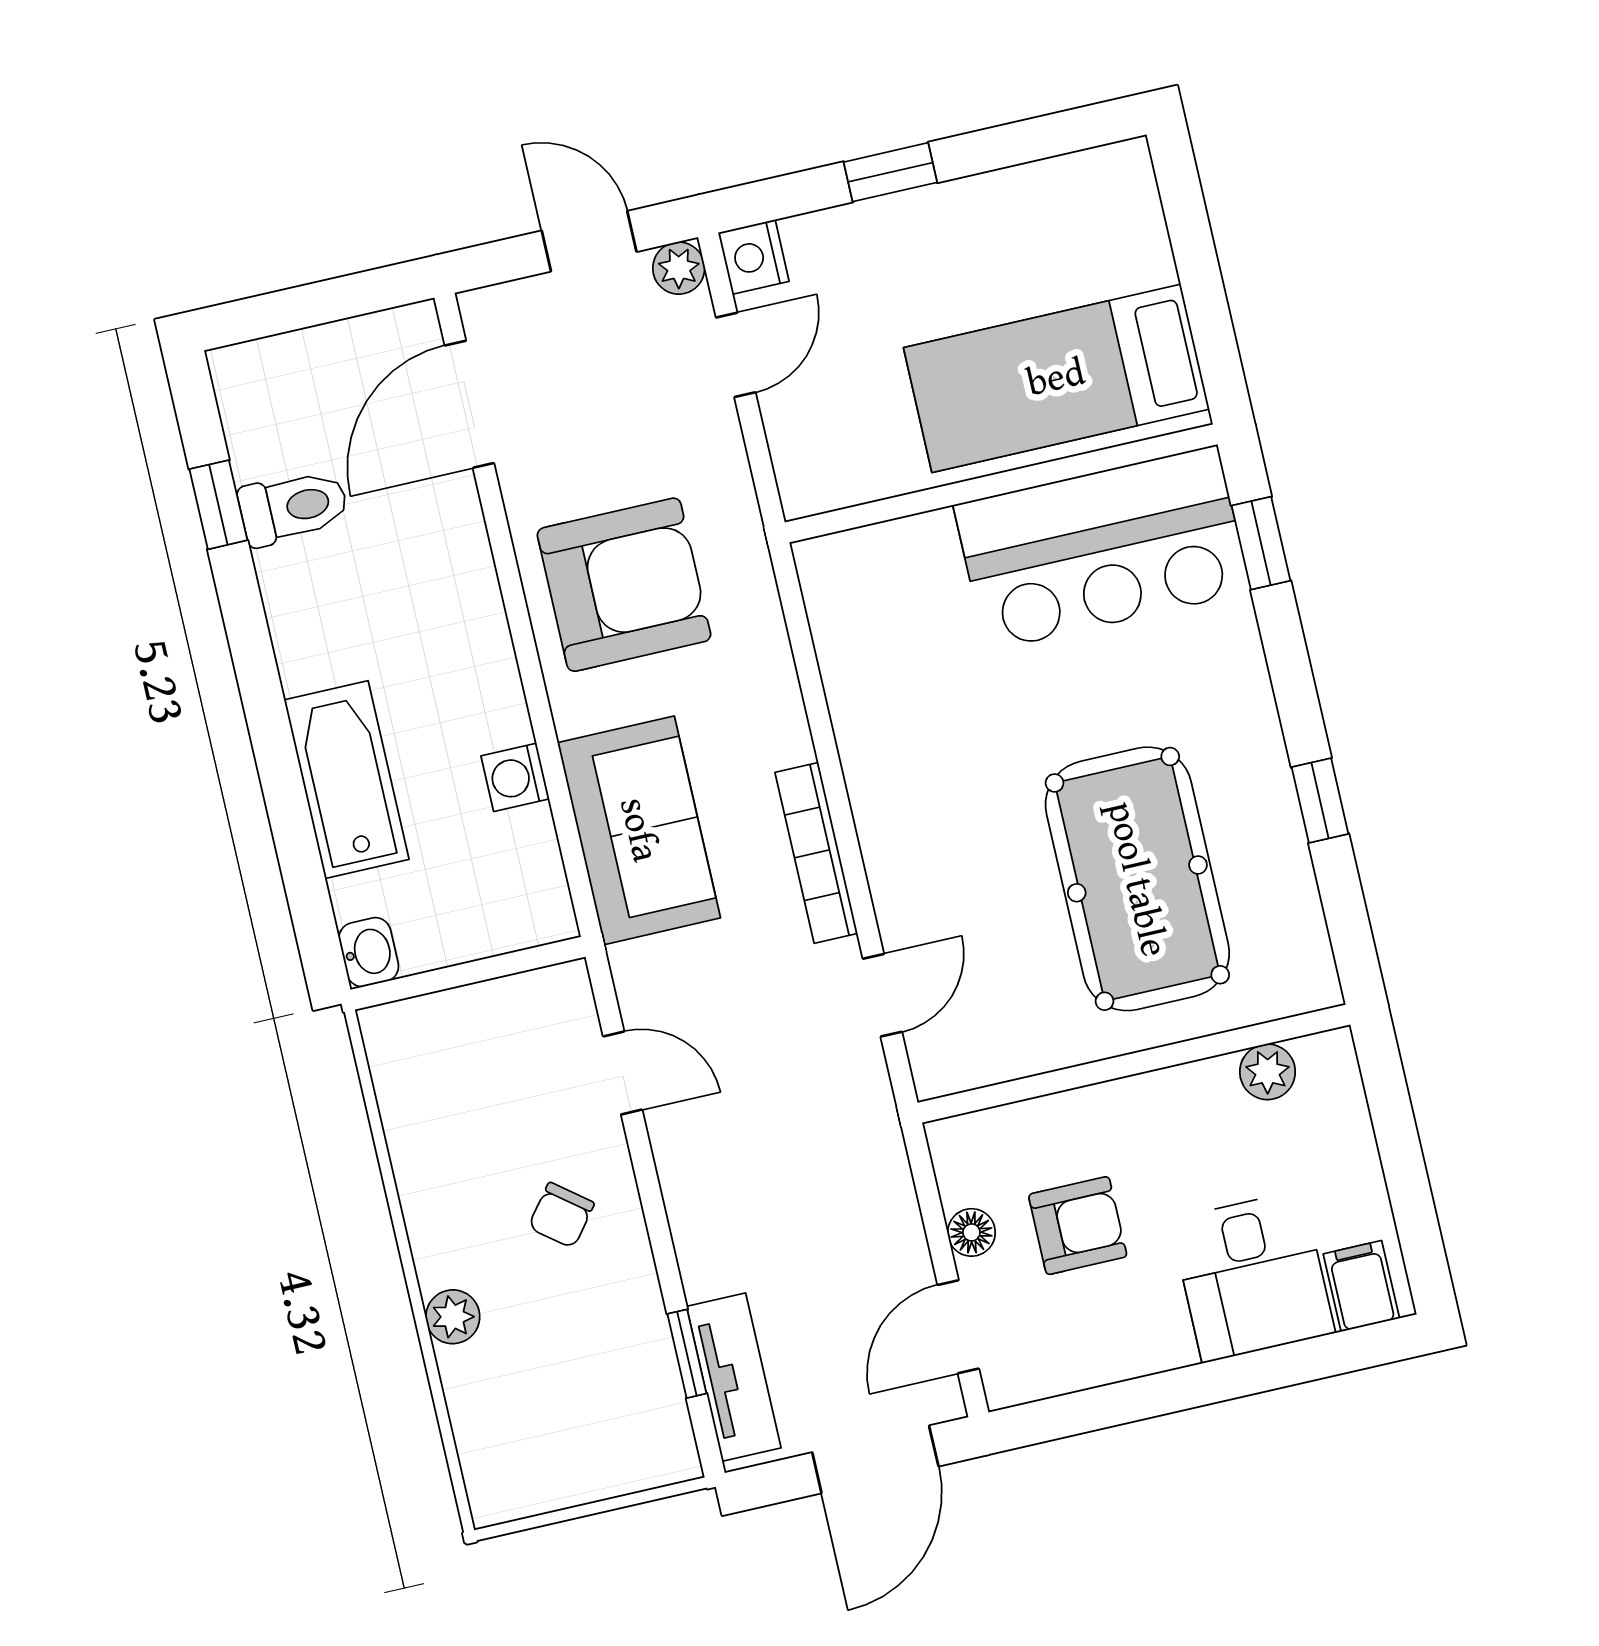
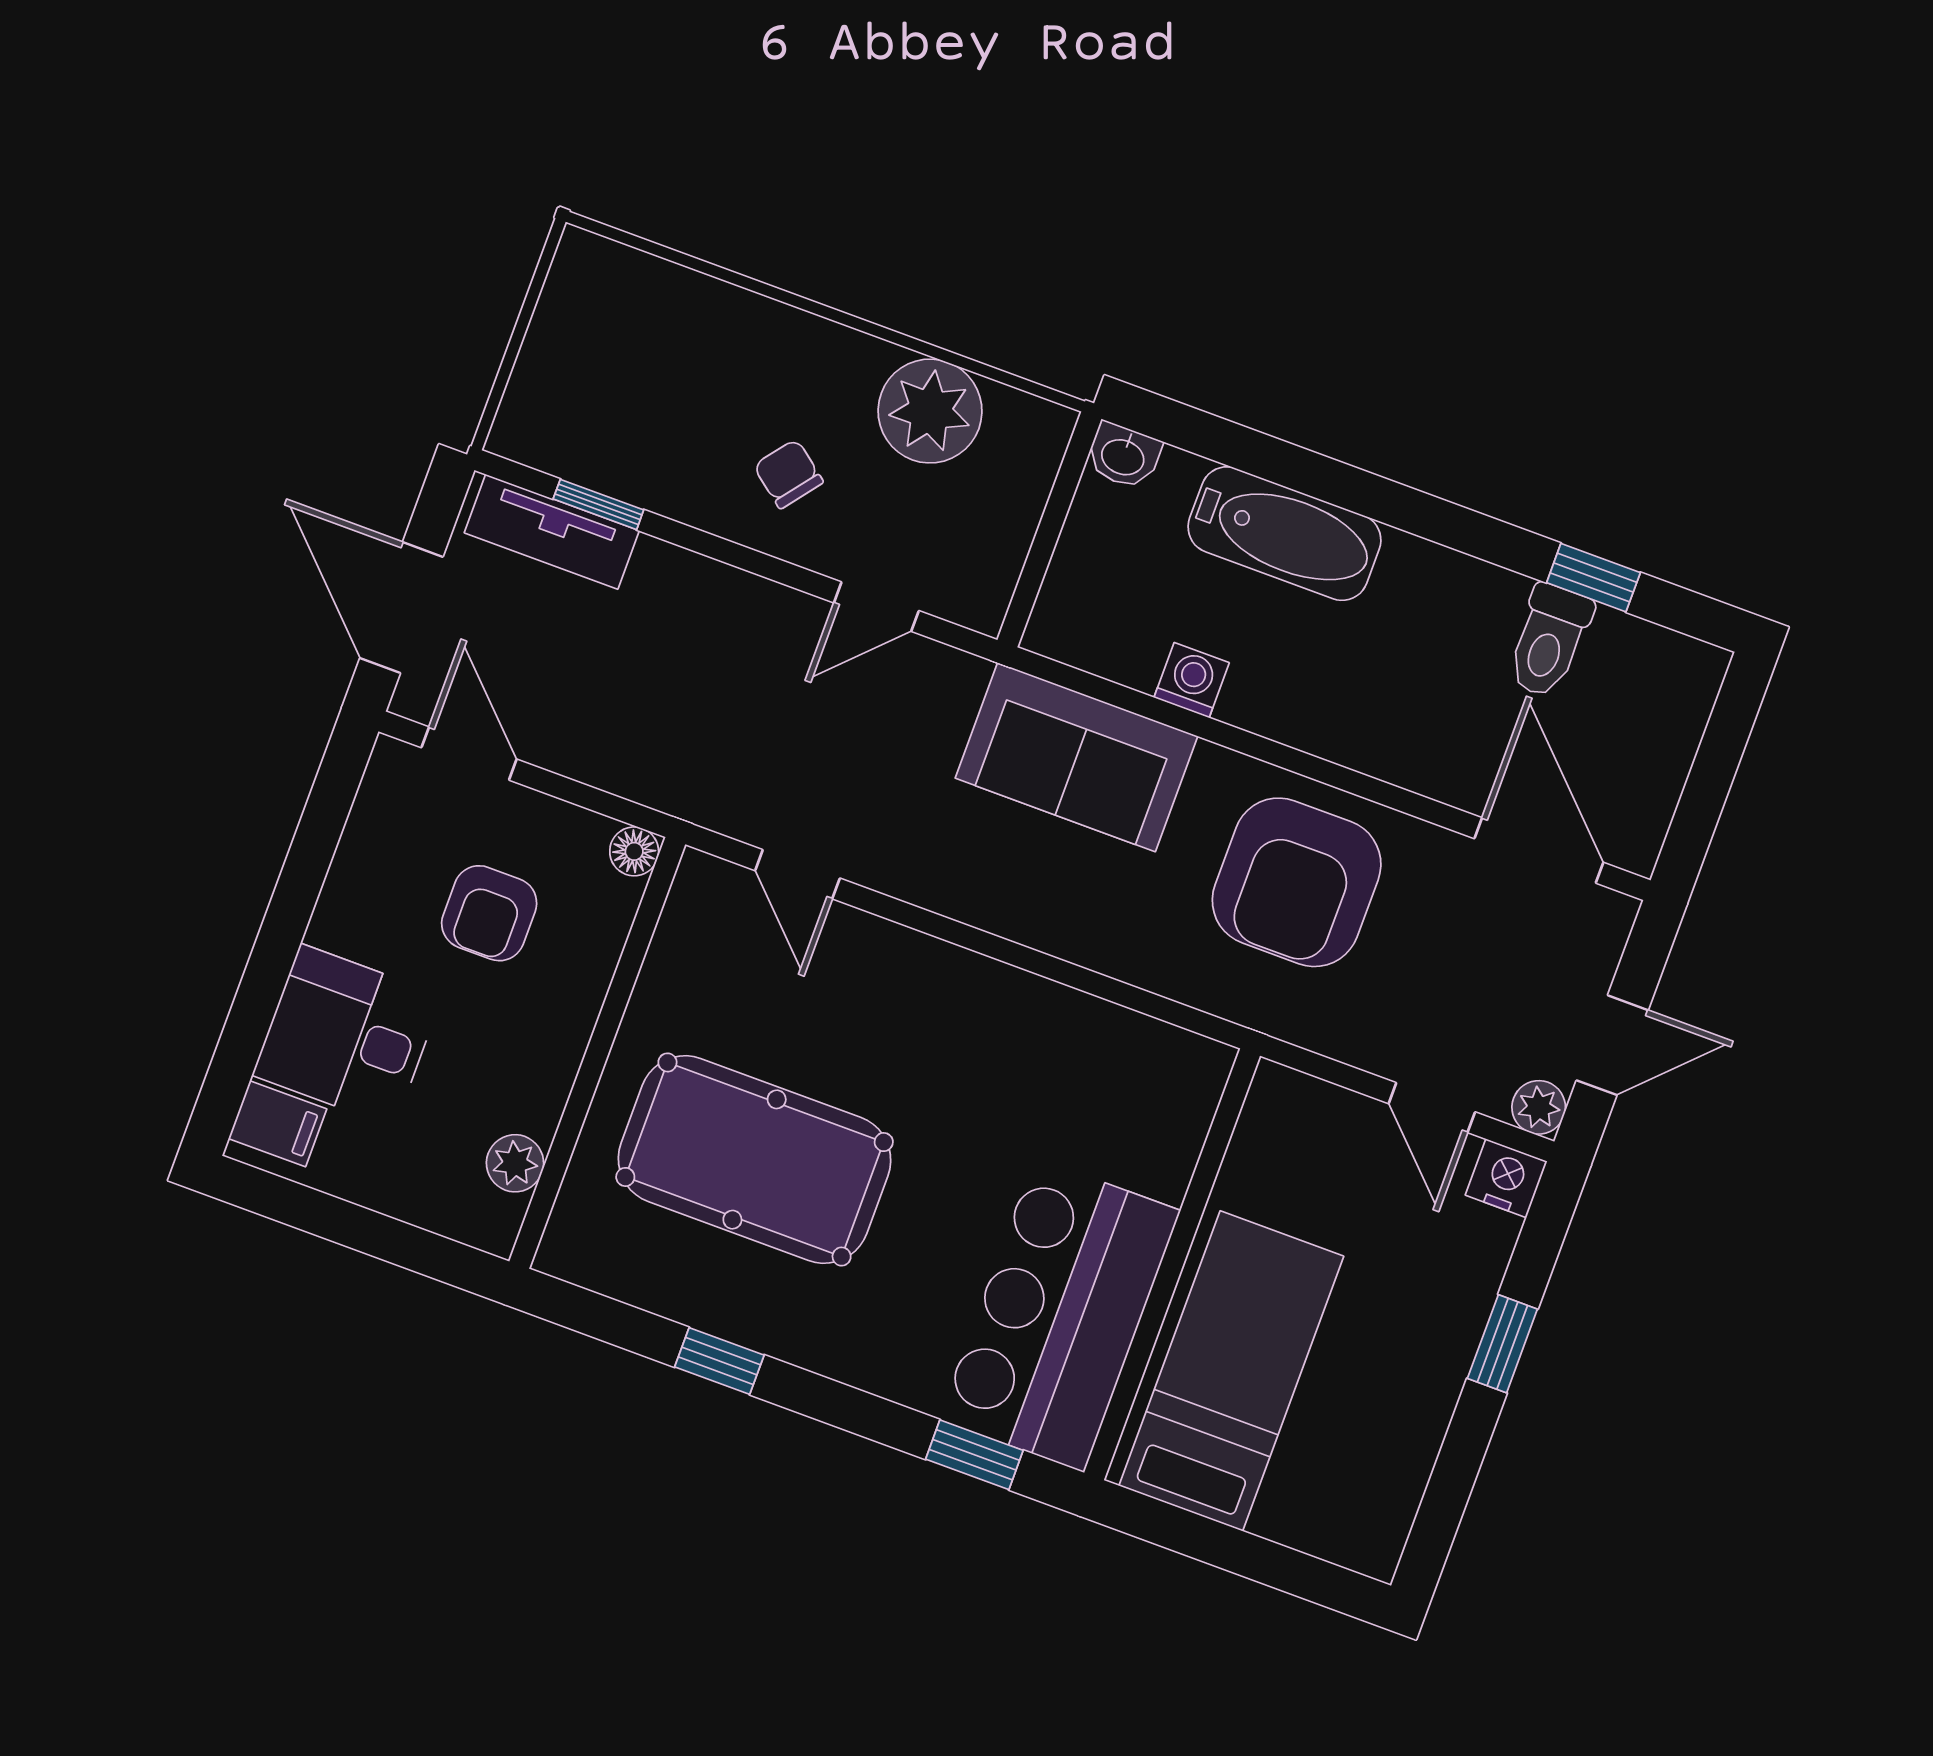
bookcase: (816, 853) -> (957, 897), removed
floor lamp: (971, 1232) -> (634, 851), moved
plant: (453, 1317) -> (930, 411), moved, width x1.87, depth x1.87

